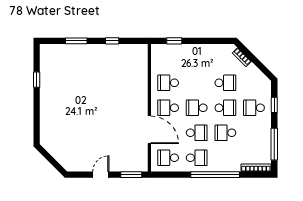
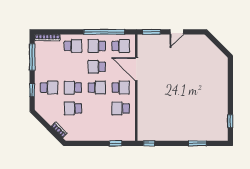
window: (112, 41) -> (149, 143), moved
window: (37, 80) -> (230, 121), moved
school desk: (168, 83) -> (121, 108), turned 180
school desk: (225, 133) -> (73, 46), moved
window: (215, 175) -> (104, 32), moved

